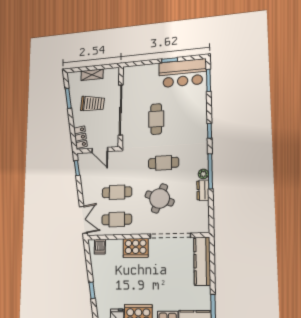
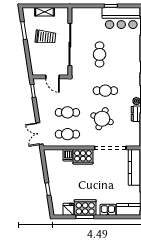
locker: (80, 137) -> (35, 65), removed
double door: (83, 220) -> (39, 134), swing flipped
dishwasher: (100, 247) -> (68, 155), moved

